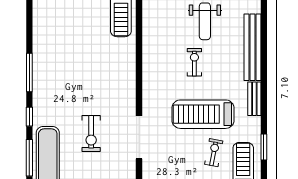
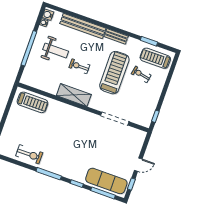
shelving: (152, 69) -> (74, 95), added
treadmill: (203, 114) -> (114, 73), turned 180
exercise bike: (91, 134) -> (29, 154), moved

